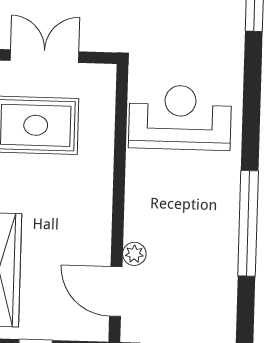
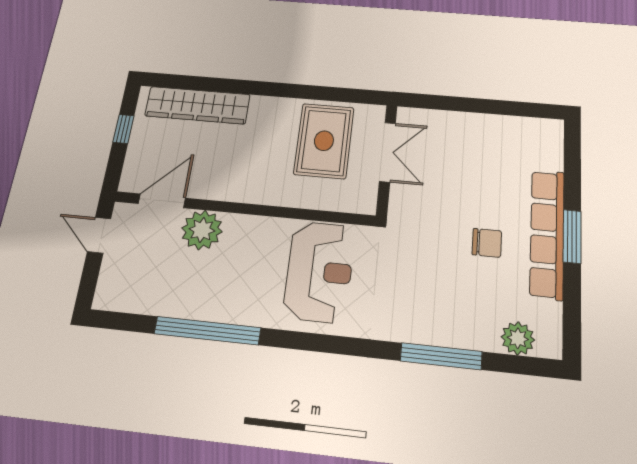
plant: (134, 254) -> (202, 230), width x1.88, depth x1.88

